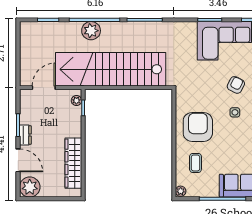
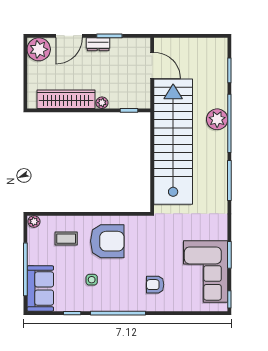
armchair: (236, 85) -> (155, 285), turned 153
plant: (76, 101) -> (102, 103), moved
side table: (235, 112) -> (92, 280), moved

